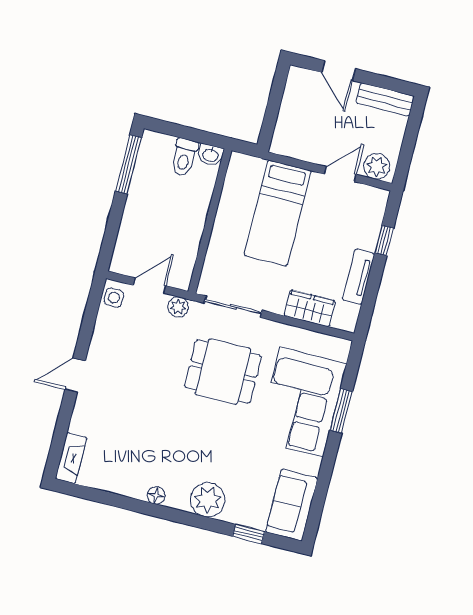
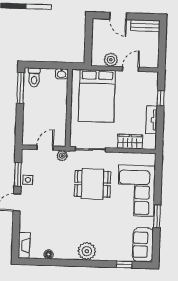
toilet: (184, 157) -> (34, 78), moved
plant: (377, 166) -> (111, 60), moved
bed: (278, 213) -> (97, 96), width x1.50
side table: (114, 297) -> (28, 180), moved
window: (88, 324) -> (18, 174), added
window: (341, 411) -> (157, 216), moved
floor lamp: (156, 495) -> (49, 254), moved
plant: (208, 500) -> (87, 251), moved

